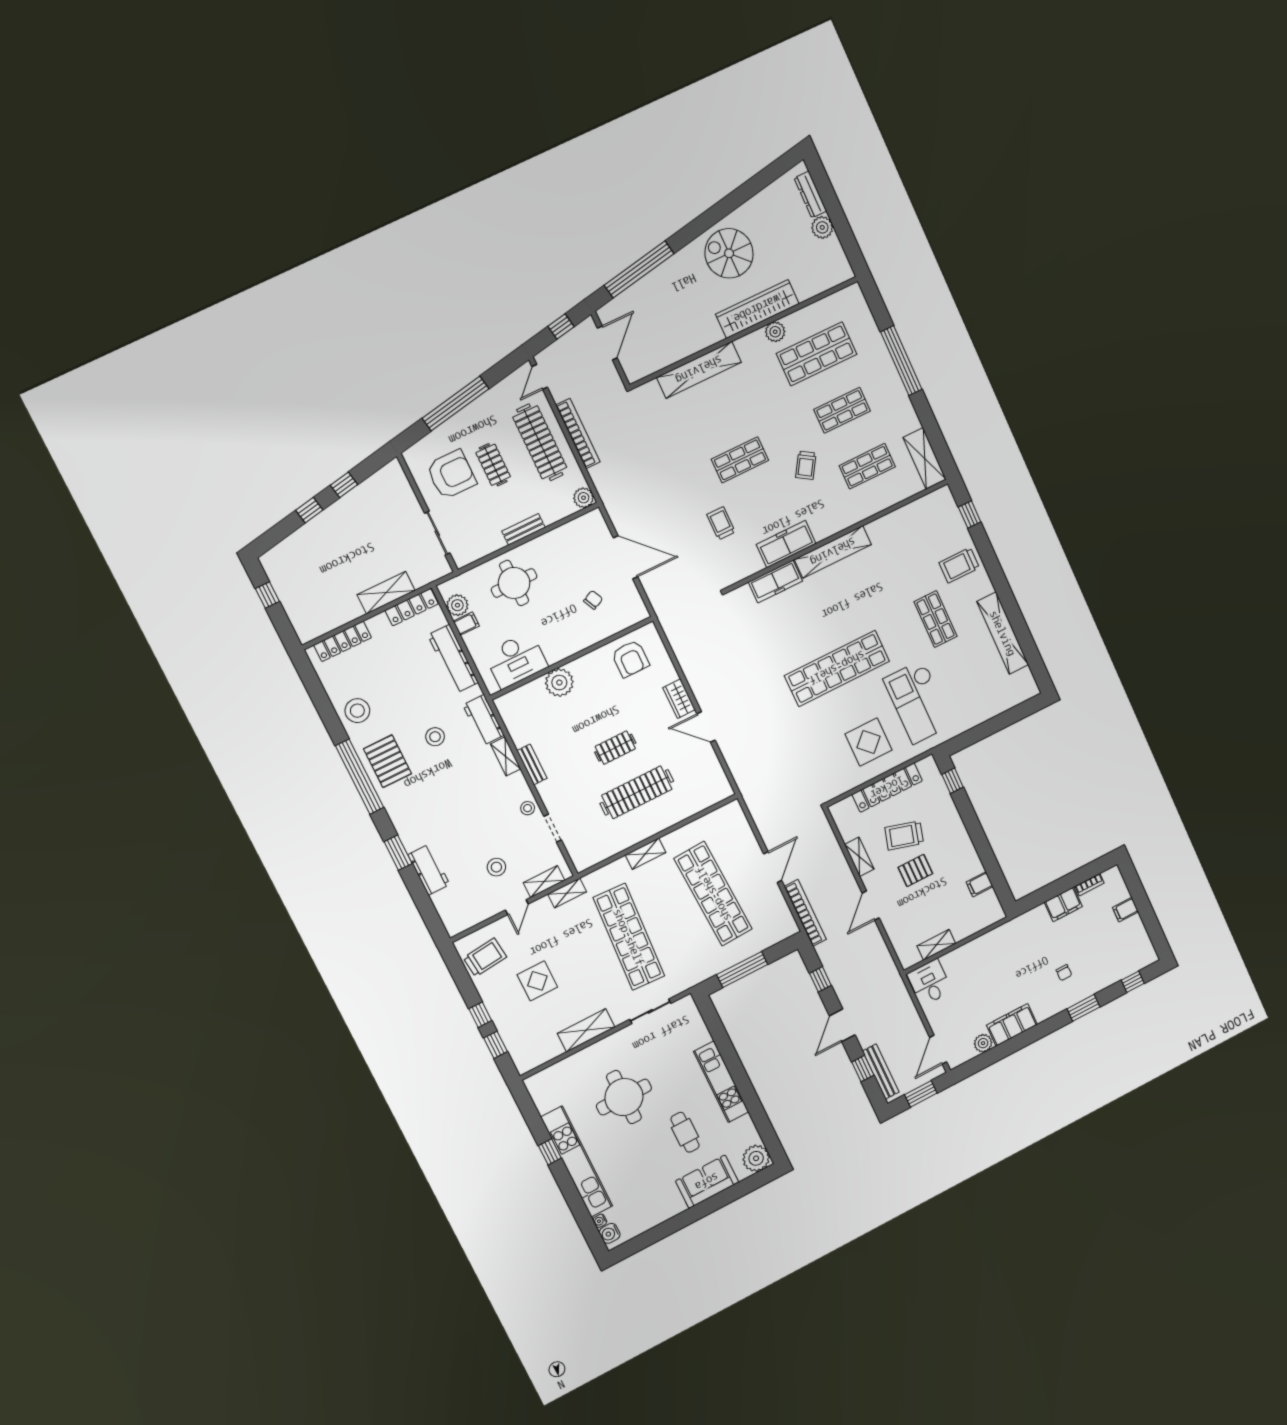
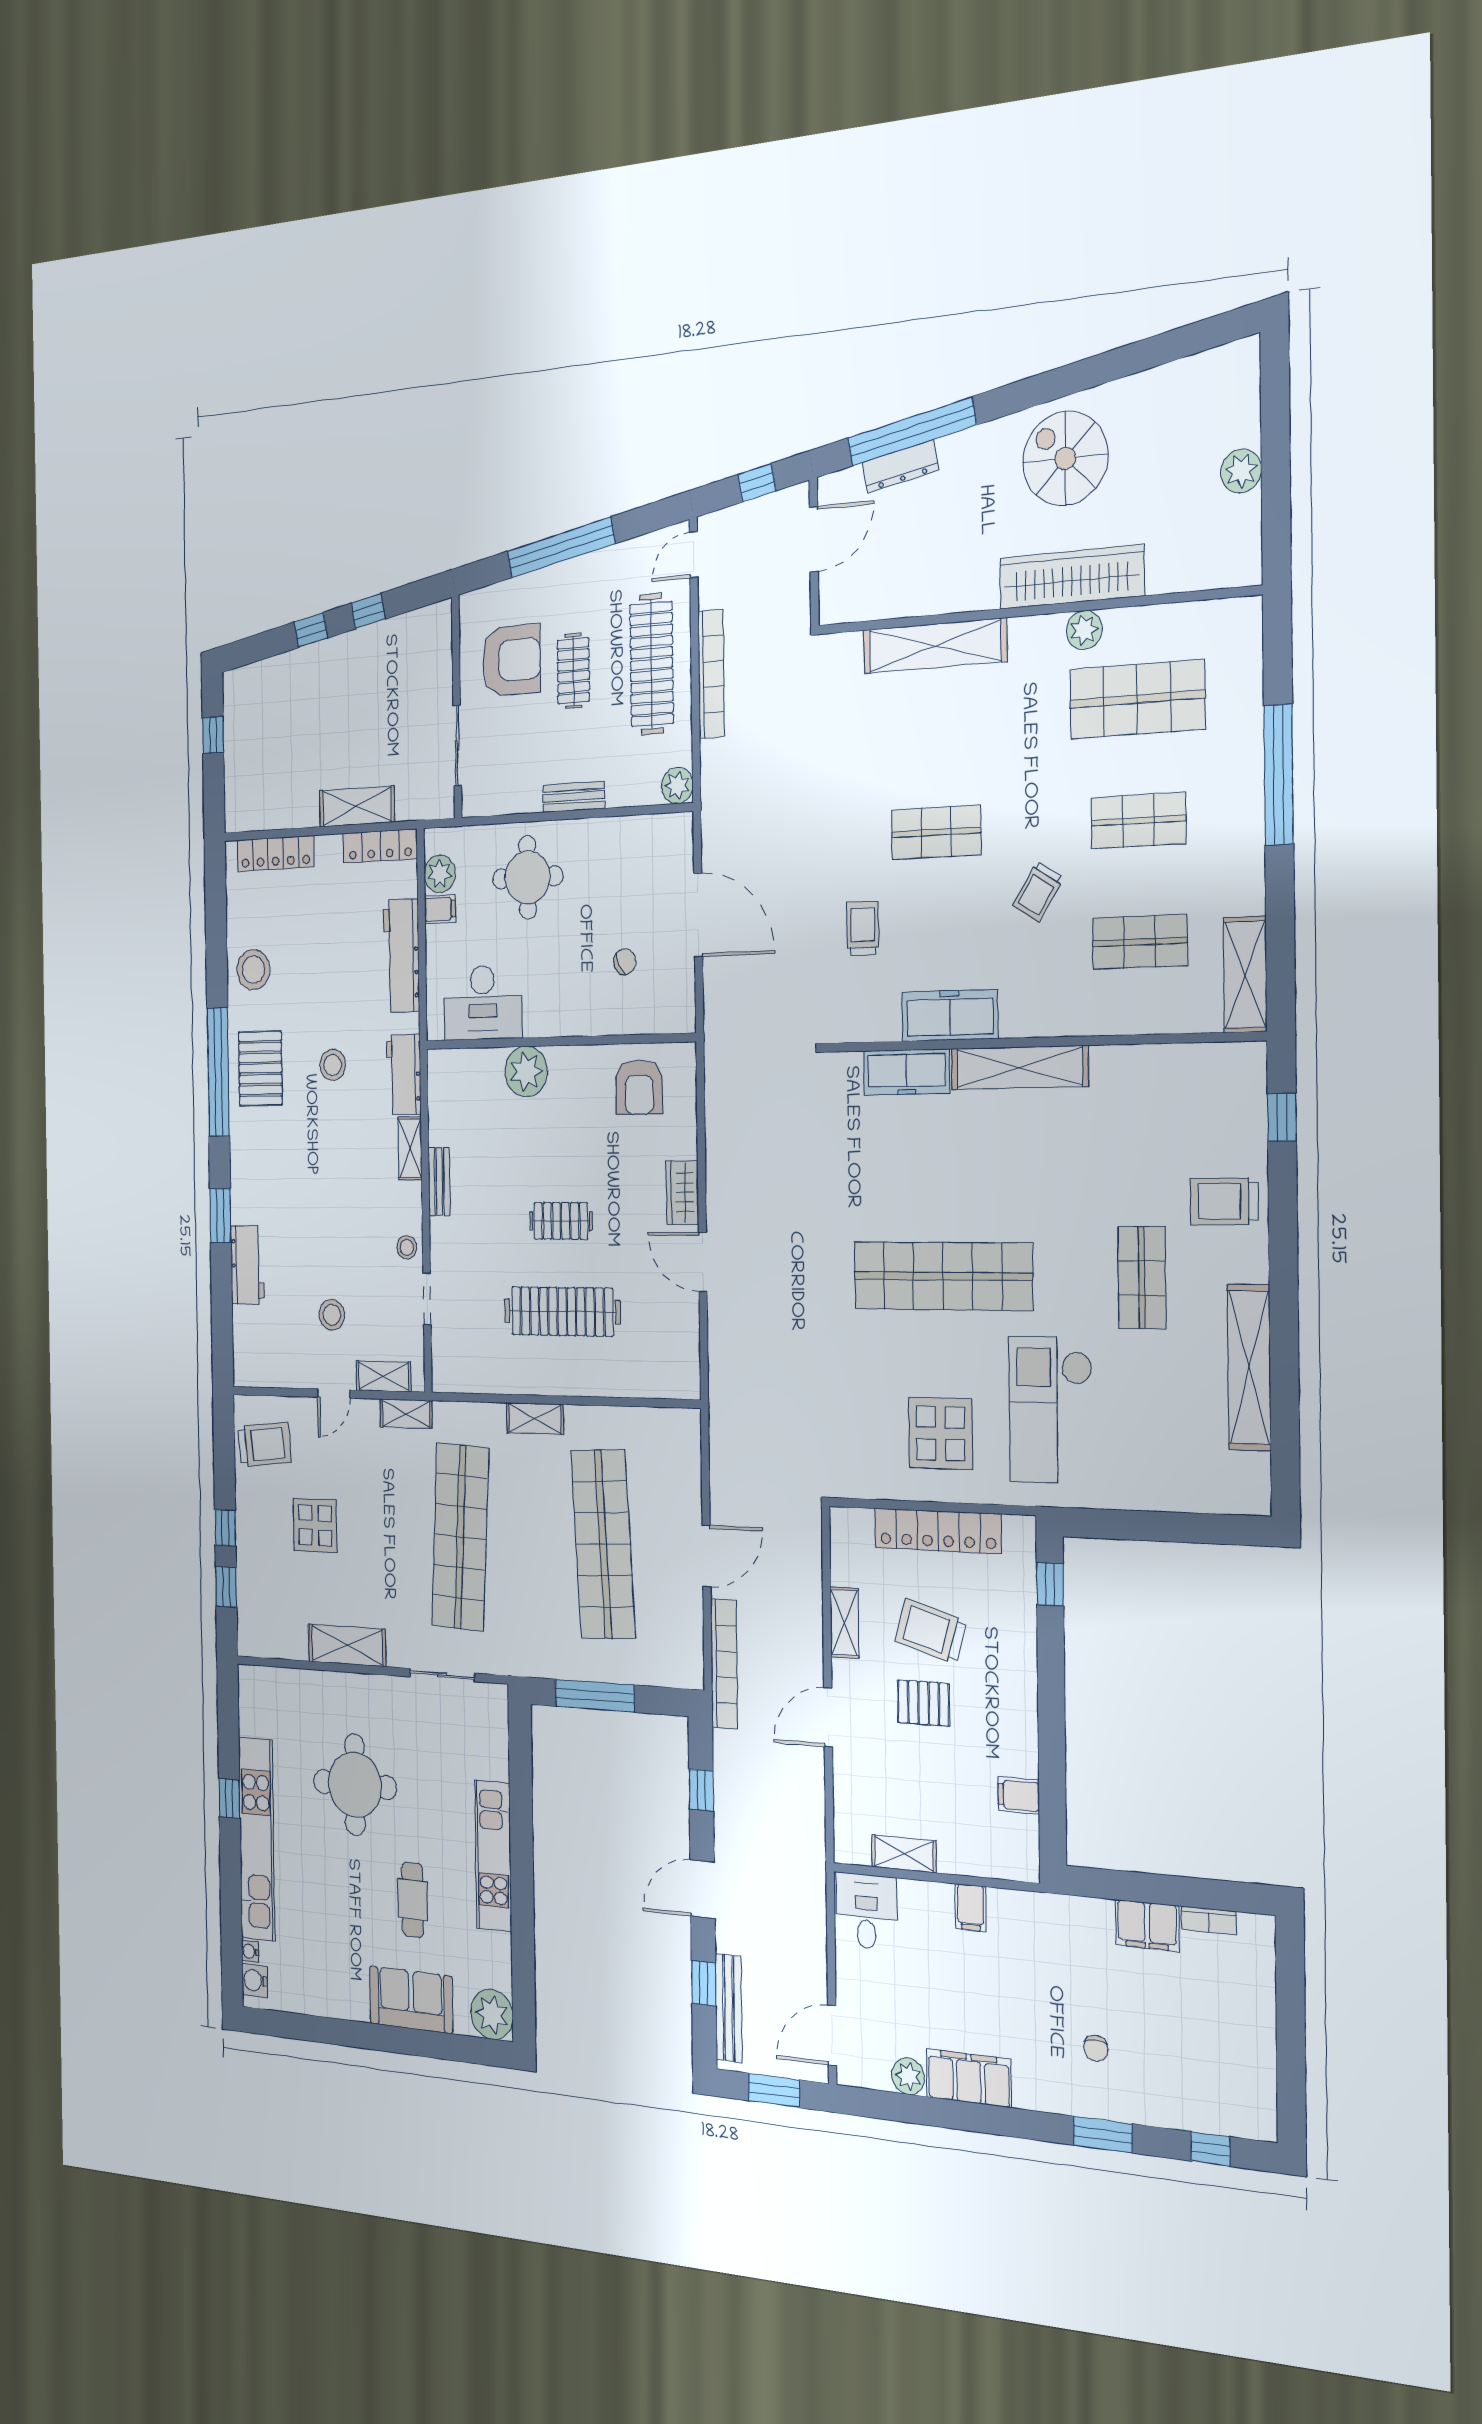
dresser: (810, 195) -> (901, 466), moved, turned -101
filing cabinet: (1125, 910) -> (971, 1908), moved, turned -90

